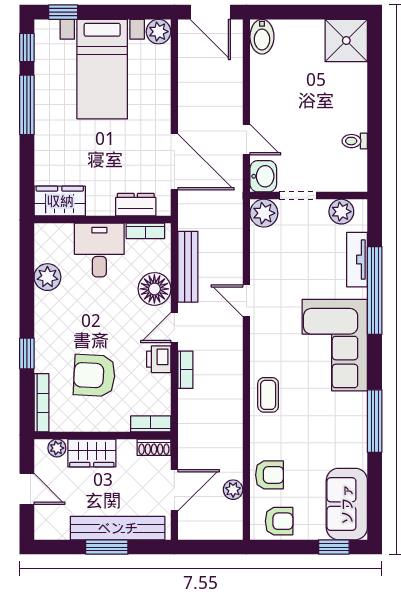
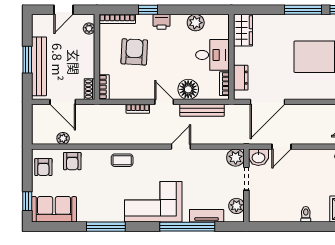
toilet: (355, 141) -> (306, 214), moved
printer: (159, 359) -> (162, 22), moved, turned 180
wardrobe: (92, 453) -> (86, 50), removed

